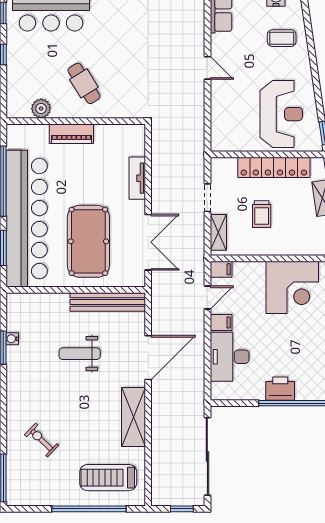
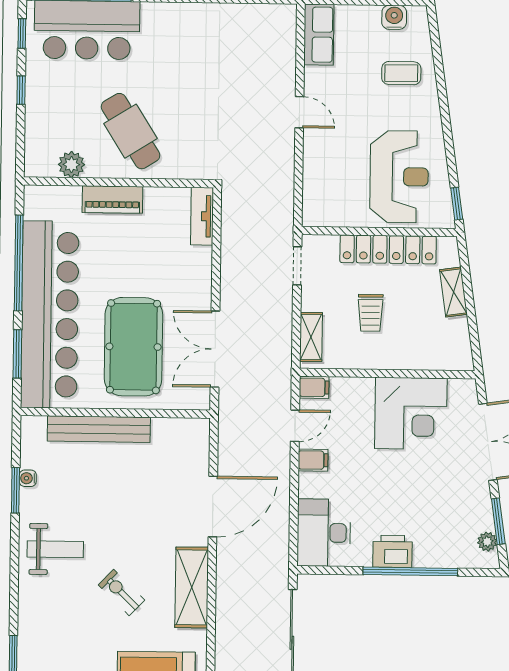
cafe table: (84, 83) -> (130, 131), width x1.37, depth x1.35
tv unit: (137, 178) -> (202, 216), moved
doorway: (207, 198) -> (297, 266), moved
double door: (148, 242) -> (215, 349), swing flipped
bench: (108, 302) -> (99, 429), moved
weight bench: (80, 354) -> (55, 549), moved, turned 180
desk: (230, 357) -> (324, 533), moved
exercise bike: (42, 440) -> (121, 592), moved

